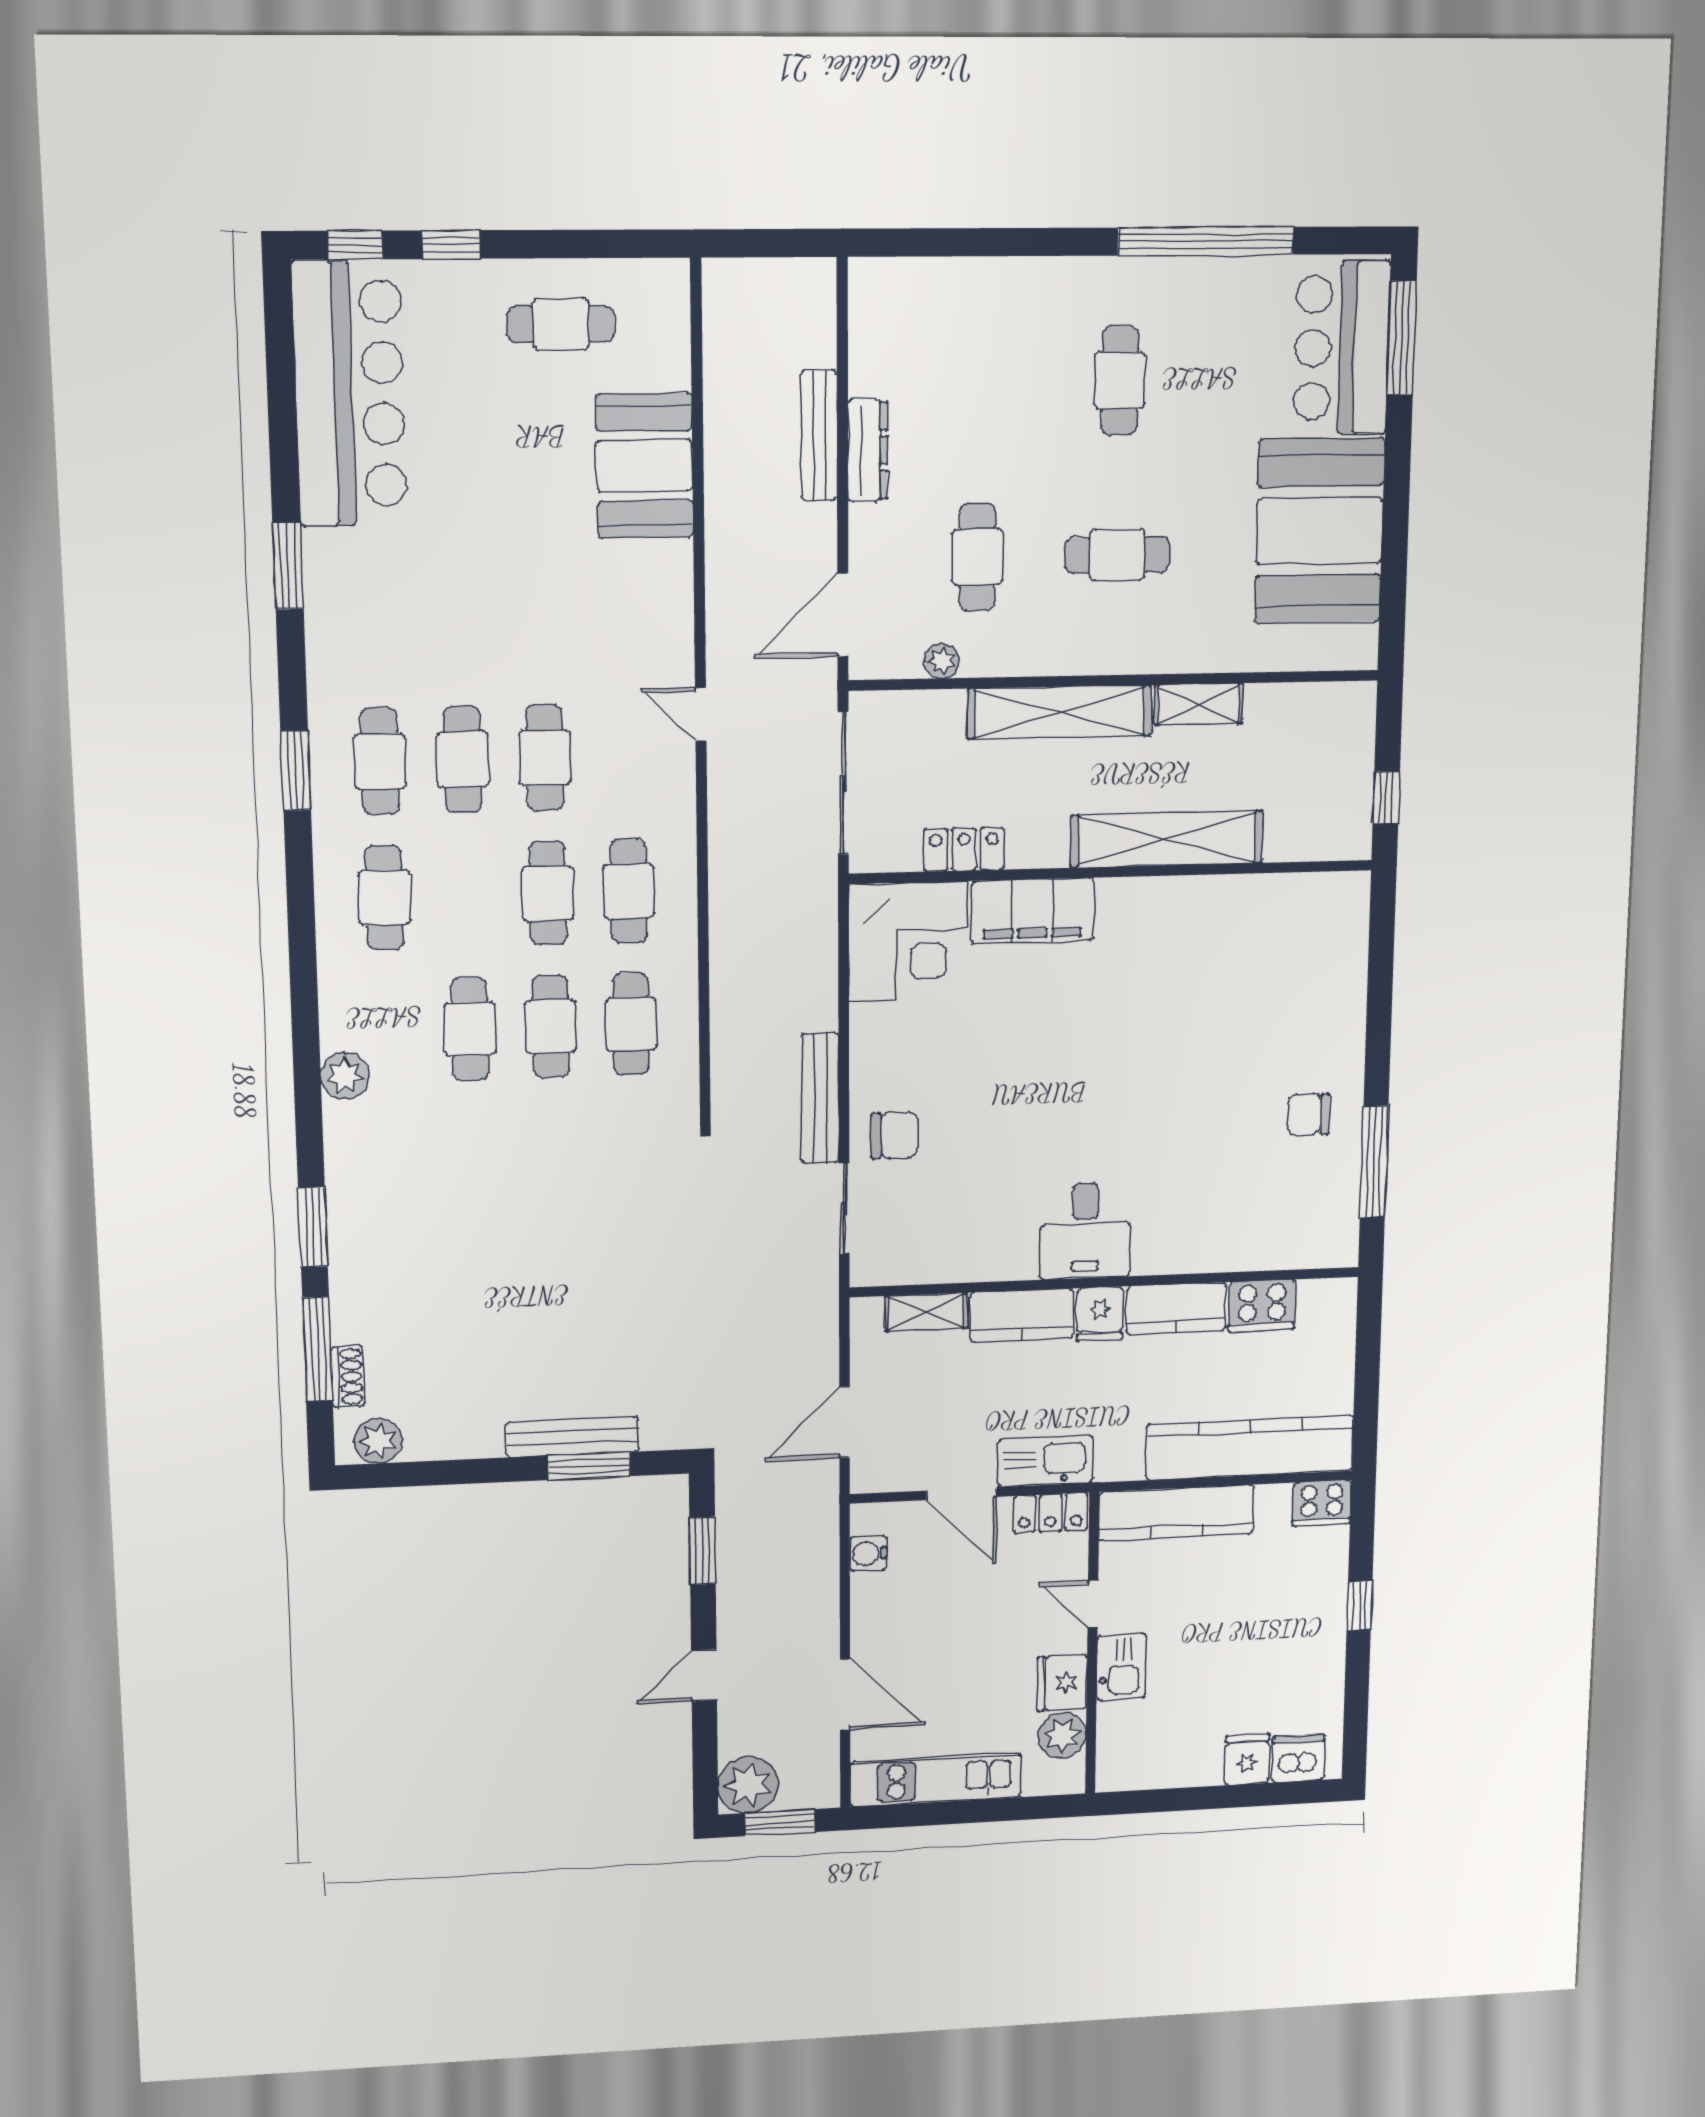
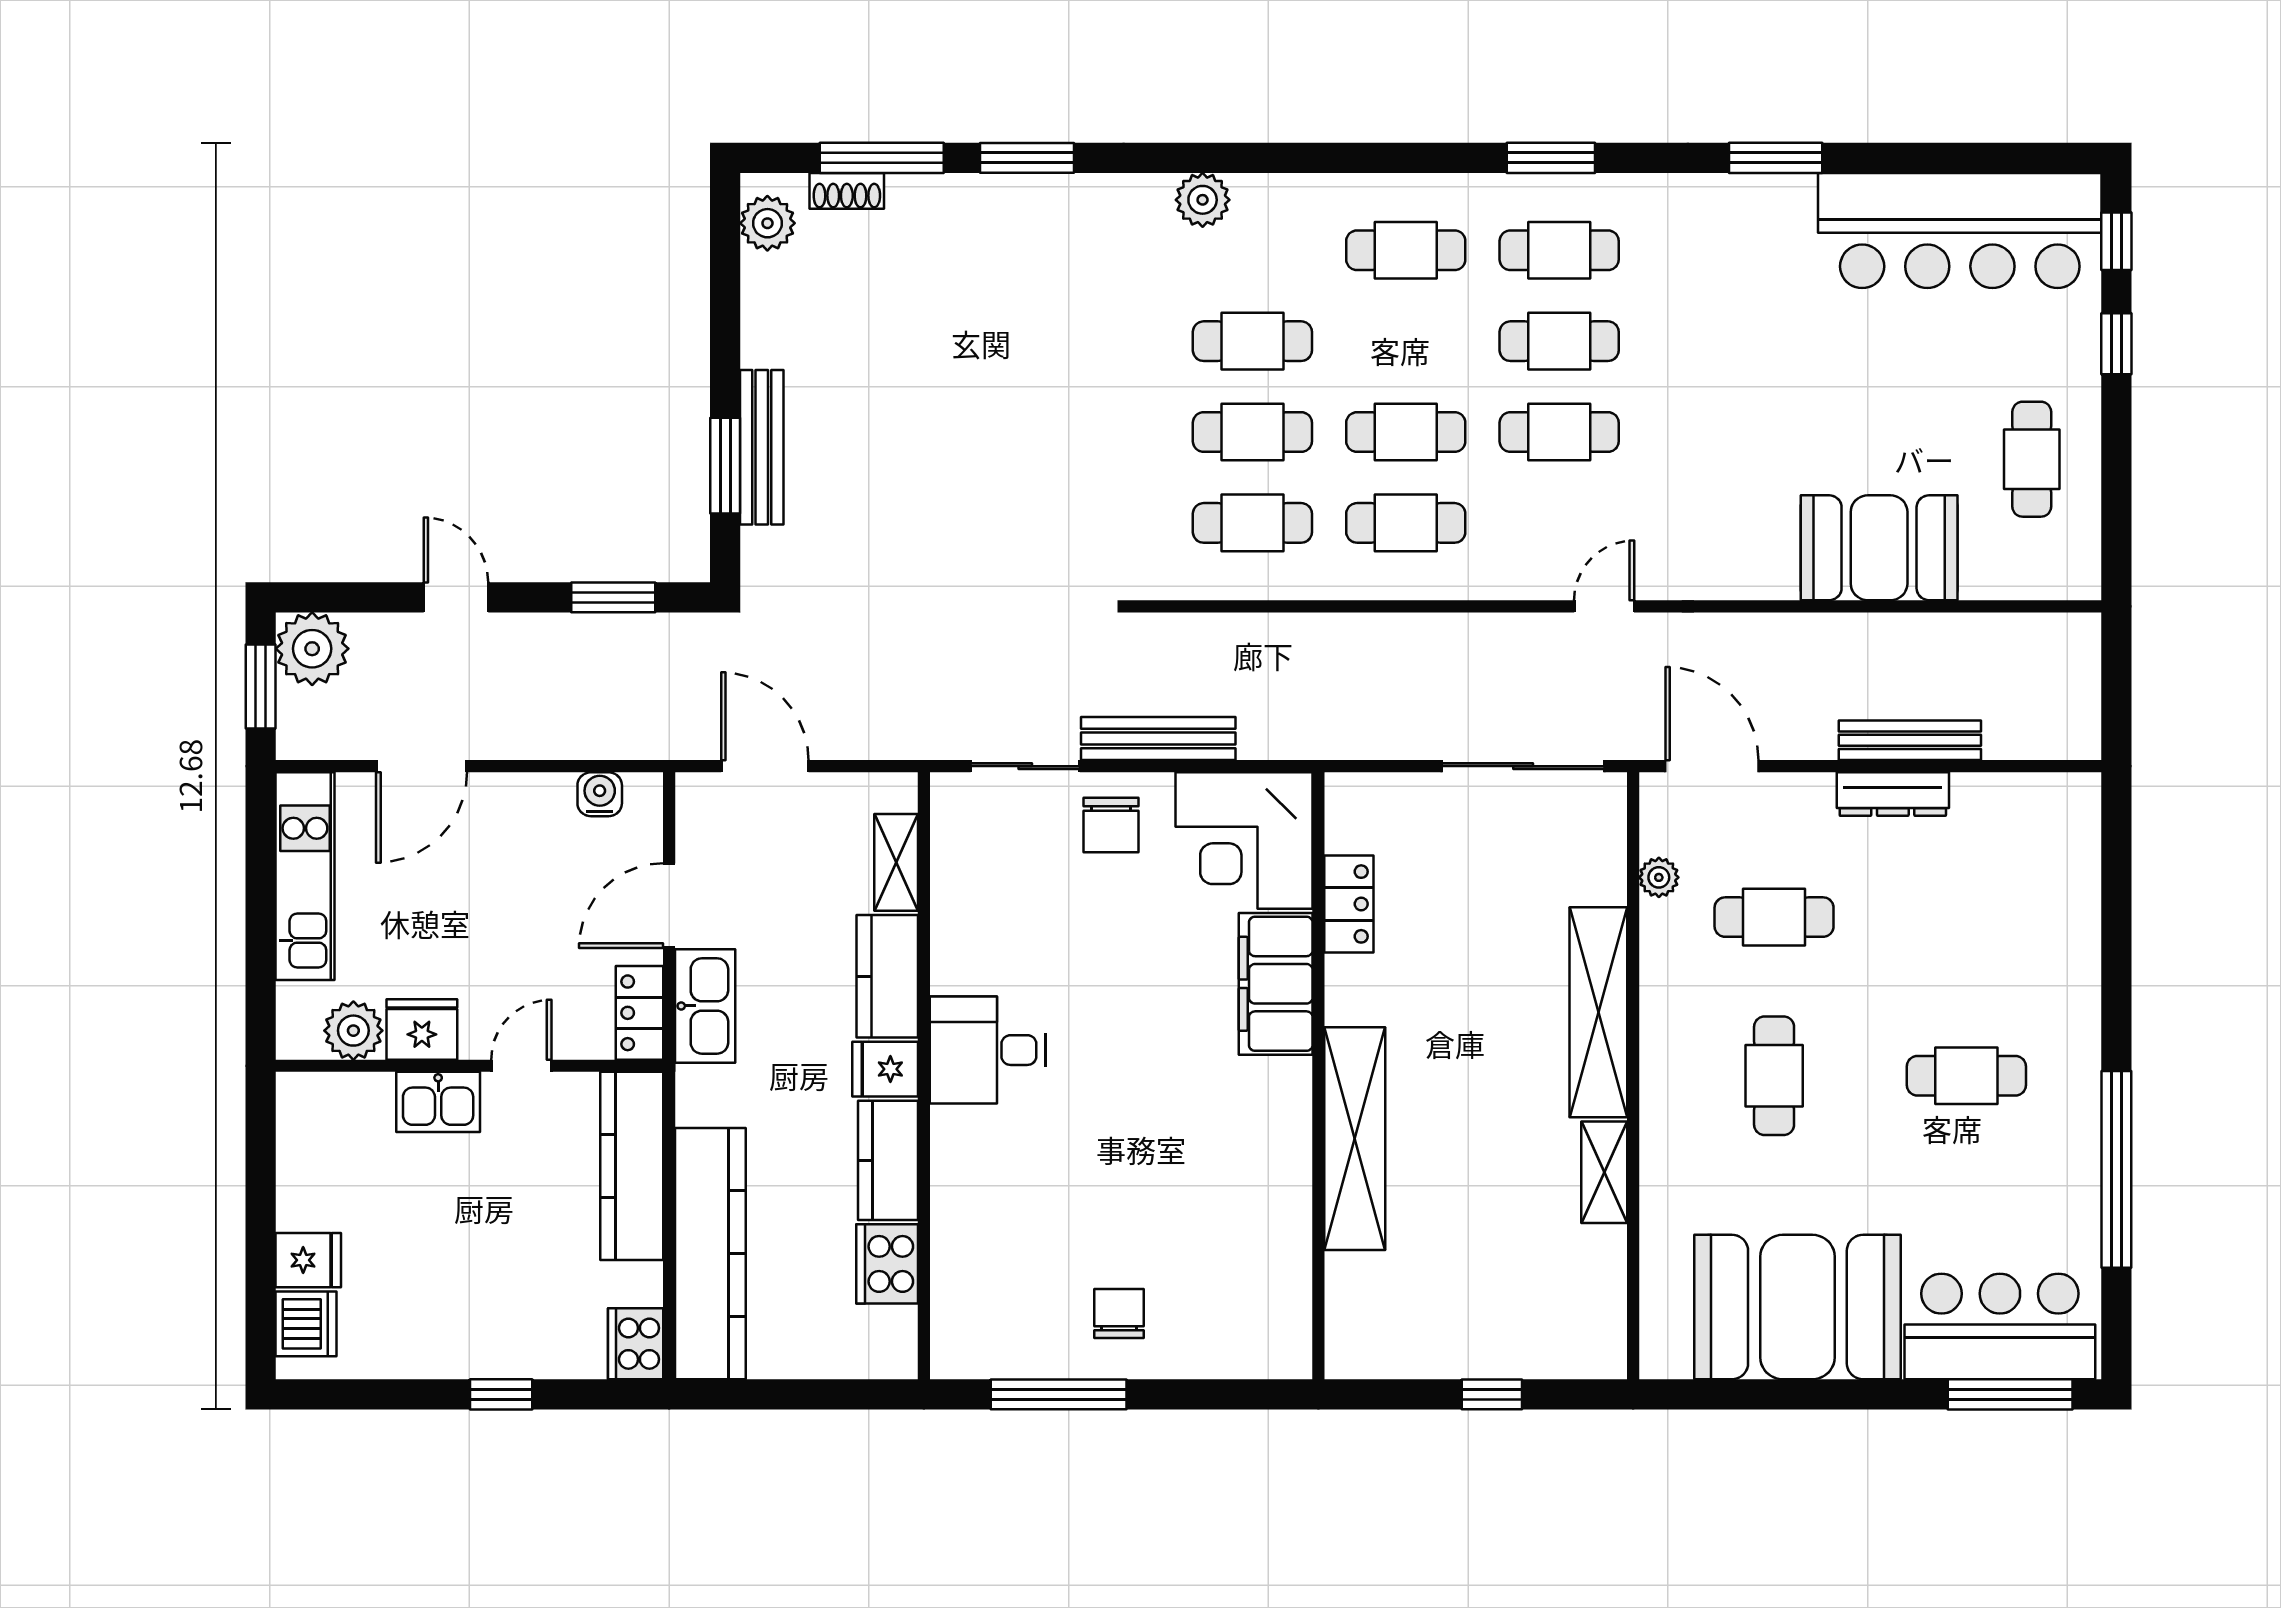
shelving: (1167, 839) -> (1355, 1139), moved
locker: (964, 849) -> (1349, 904), moved
wall: (1112, 872) -> (1318, 1076), moved
filing cabinet: (1033, 911) -> (1276, 984), moved
corner desk: (908, 941) -> (1244, 840), moved

